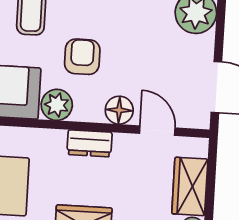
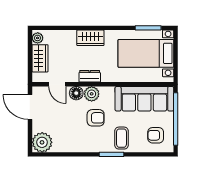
armchair: (82, 57) -> (96, 118), turned -90
plant: (57, 105) -> (92, 94), moved

